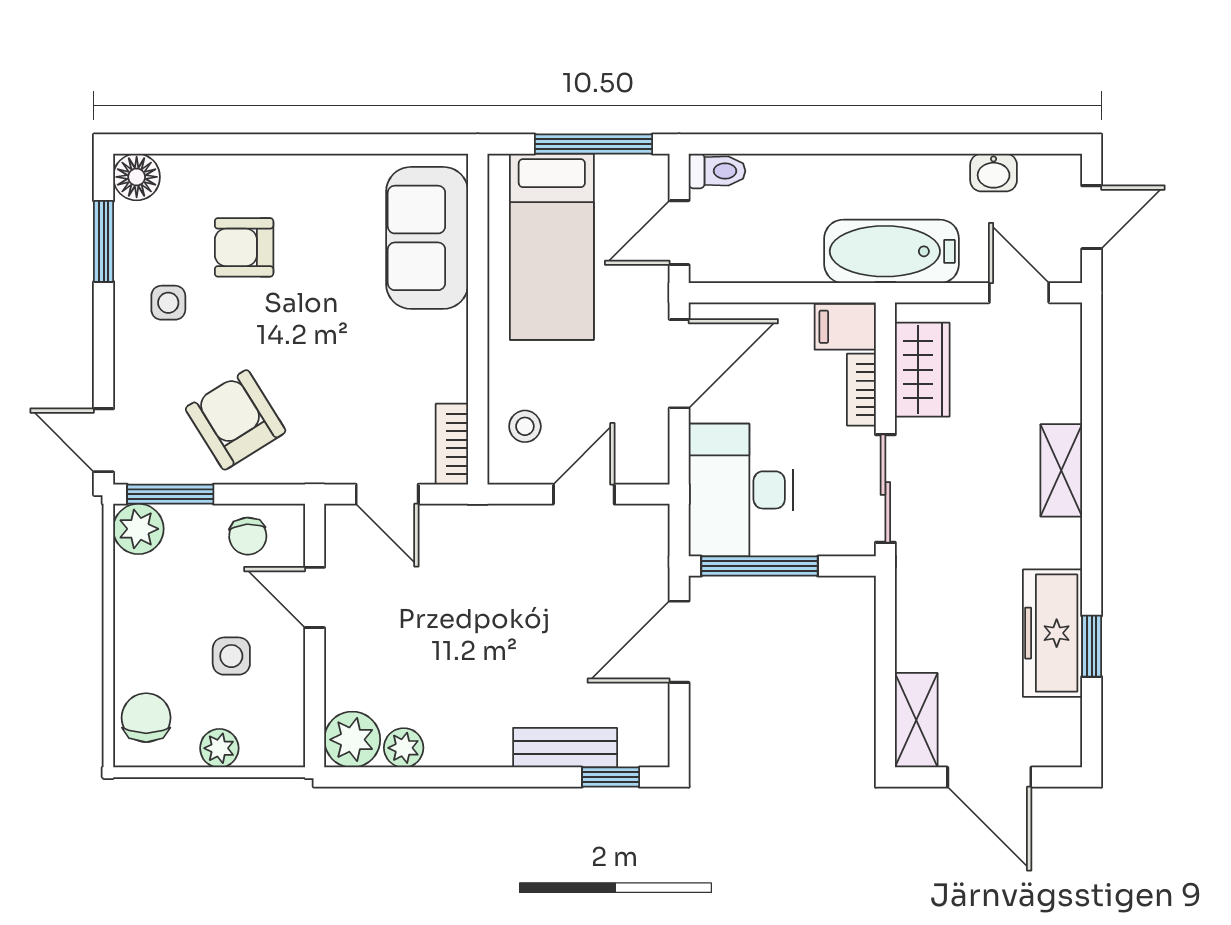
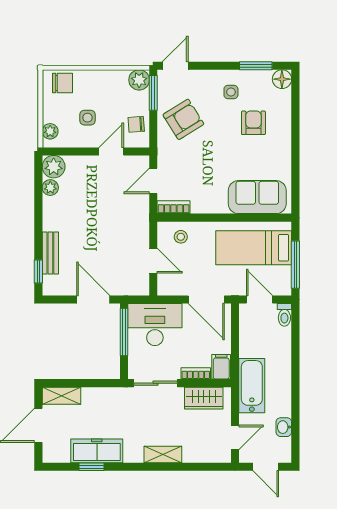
plant: (219, 748) -> (50, 131), moved

